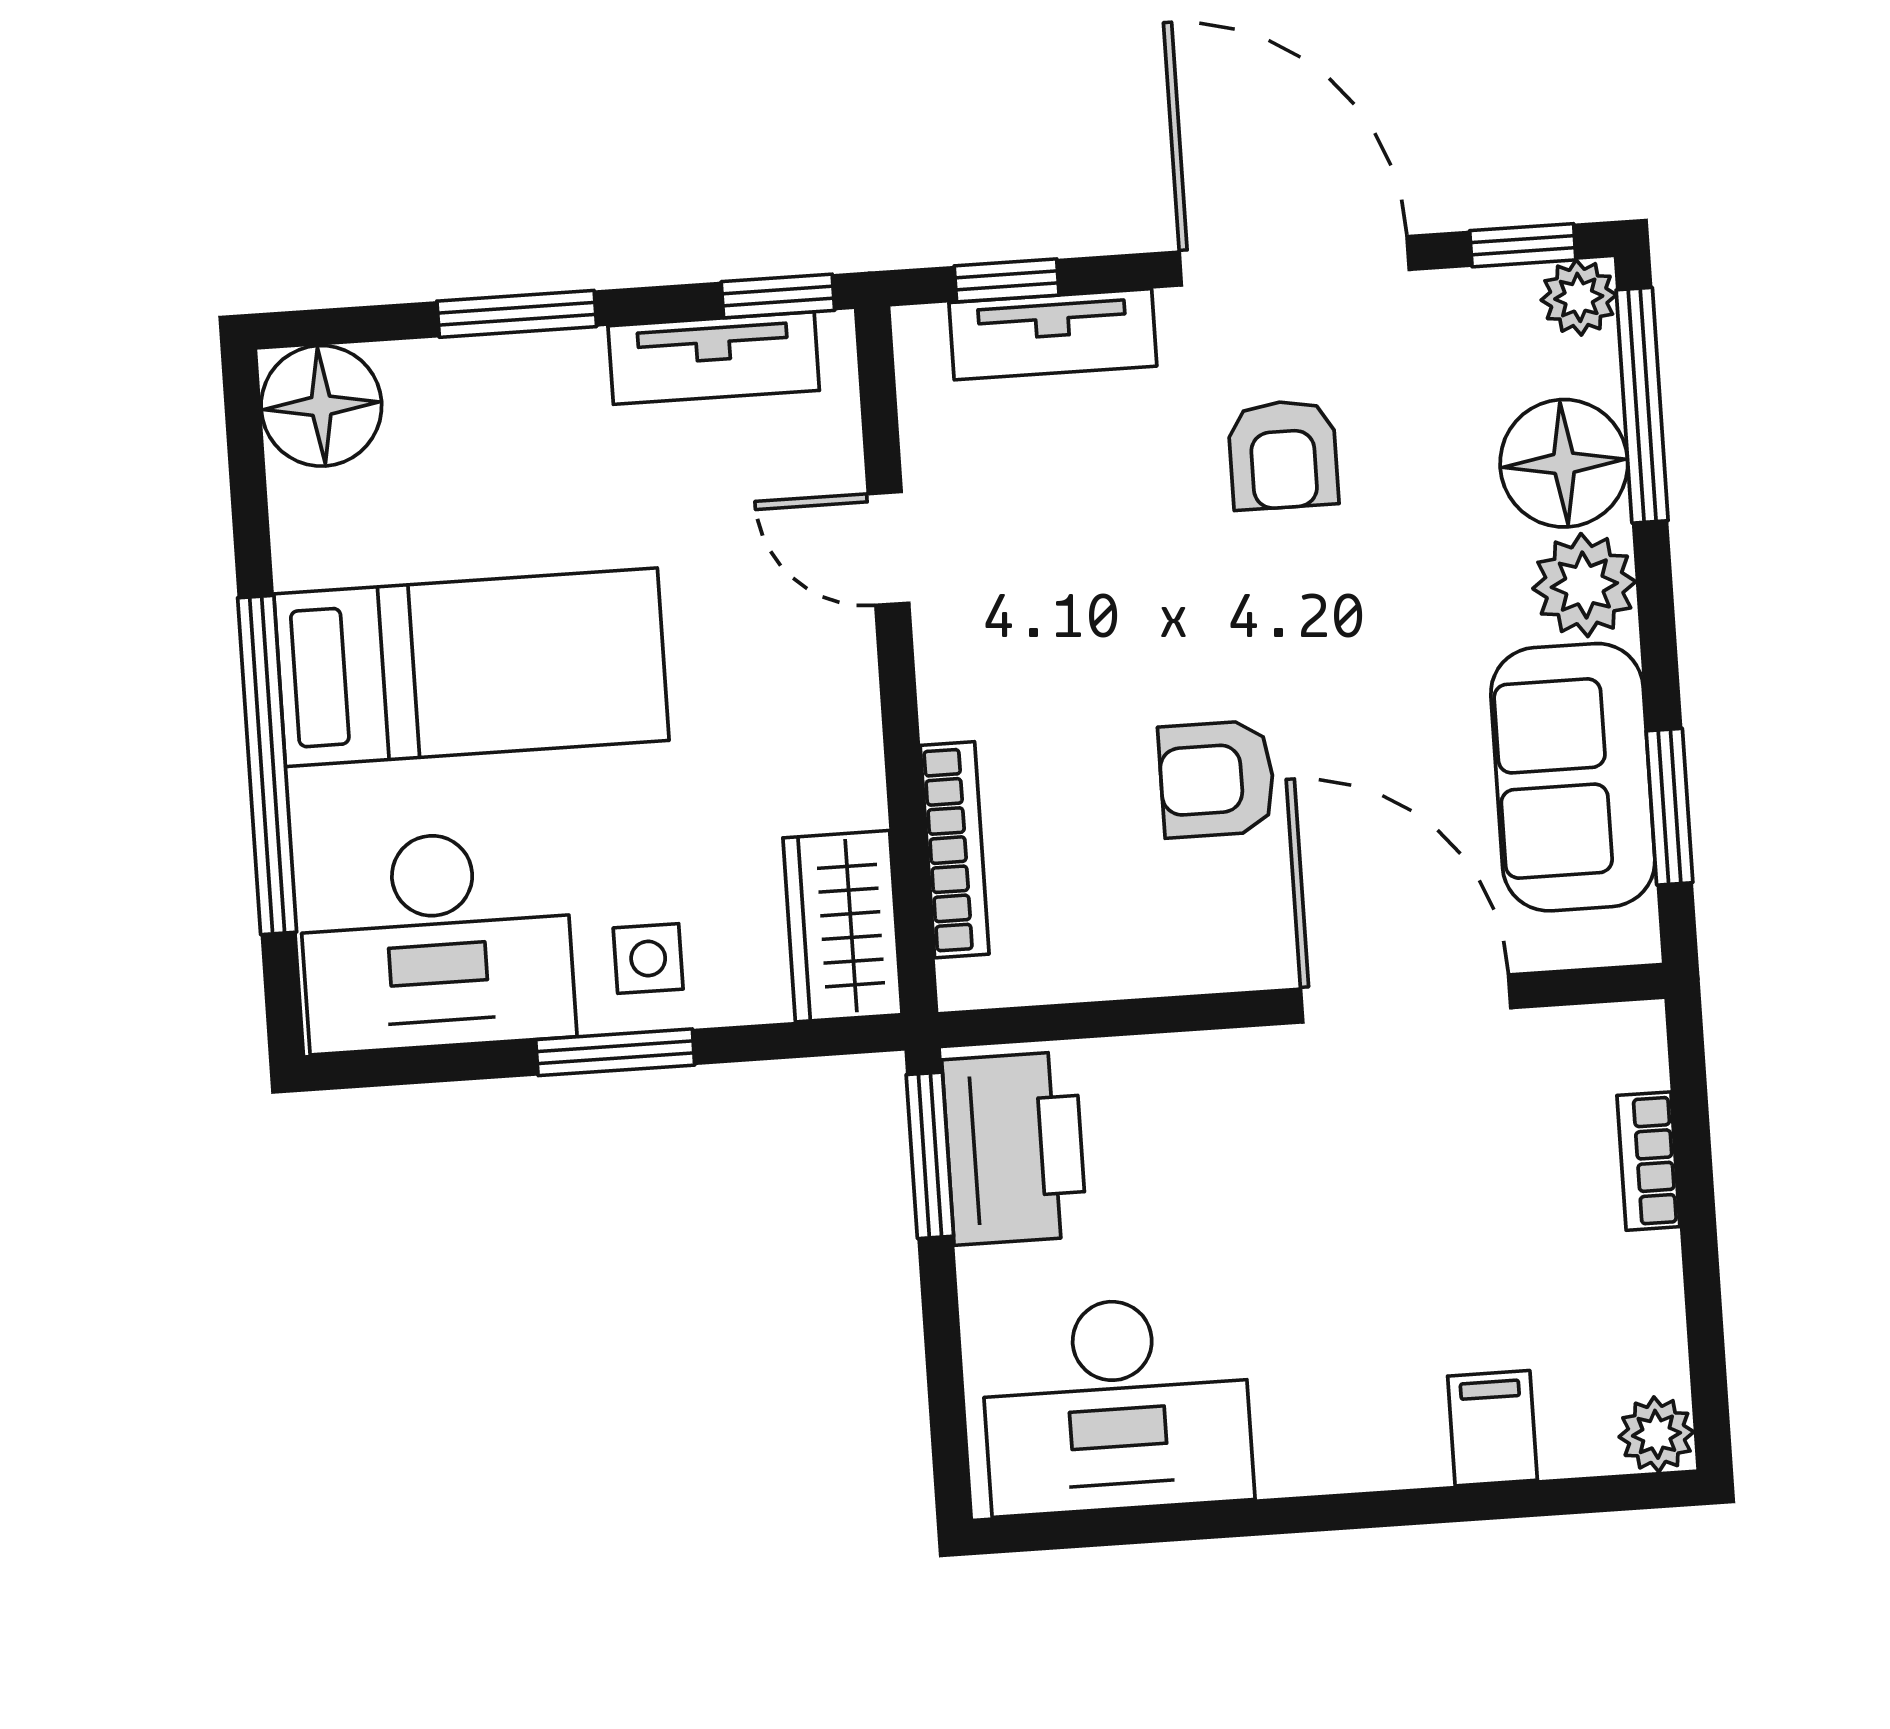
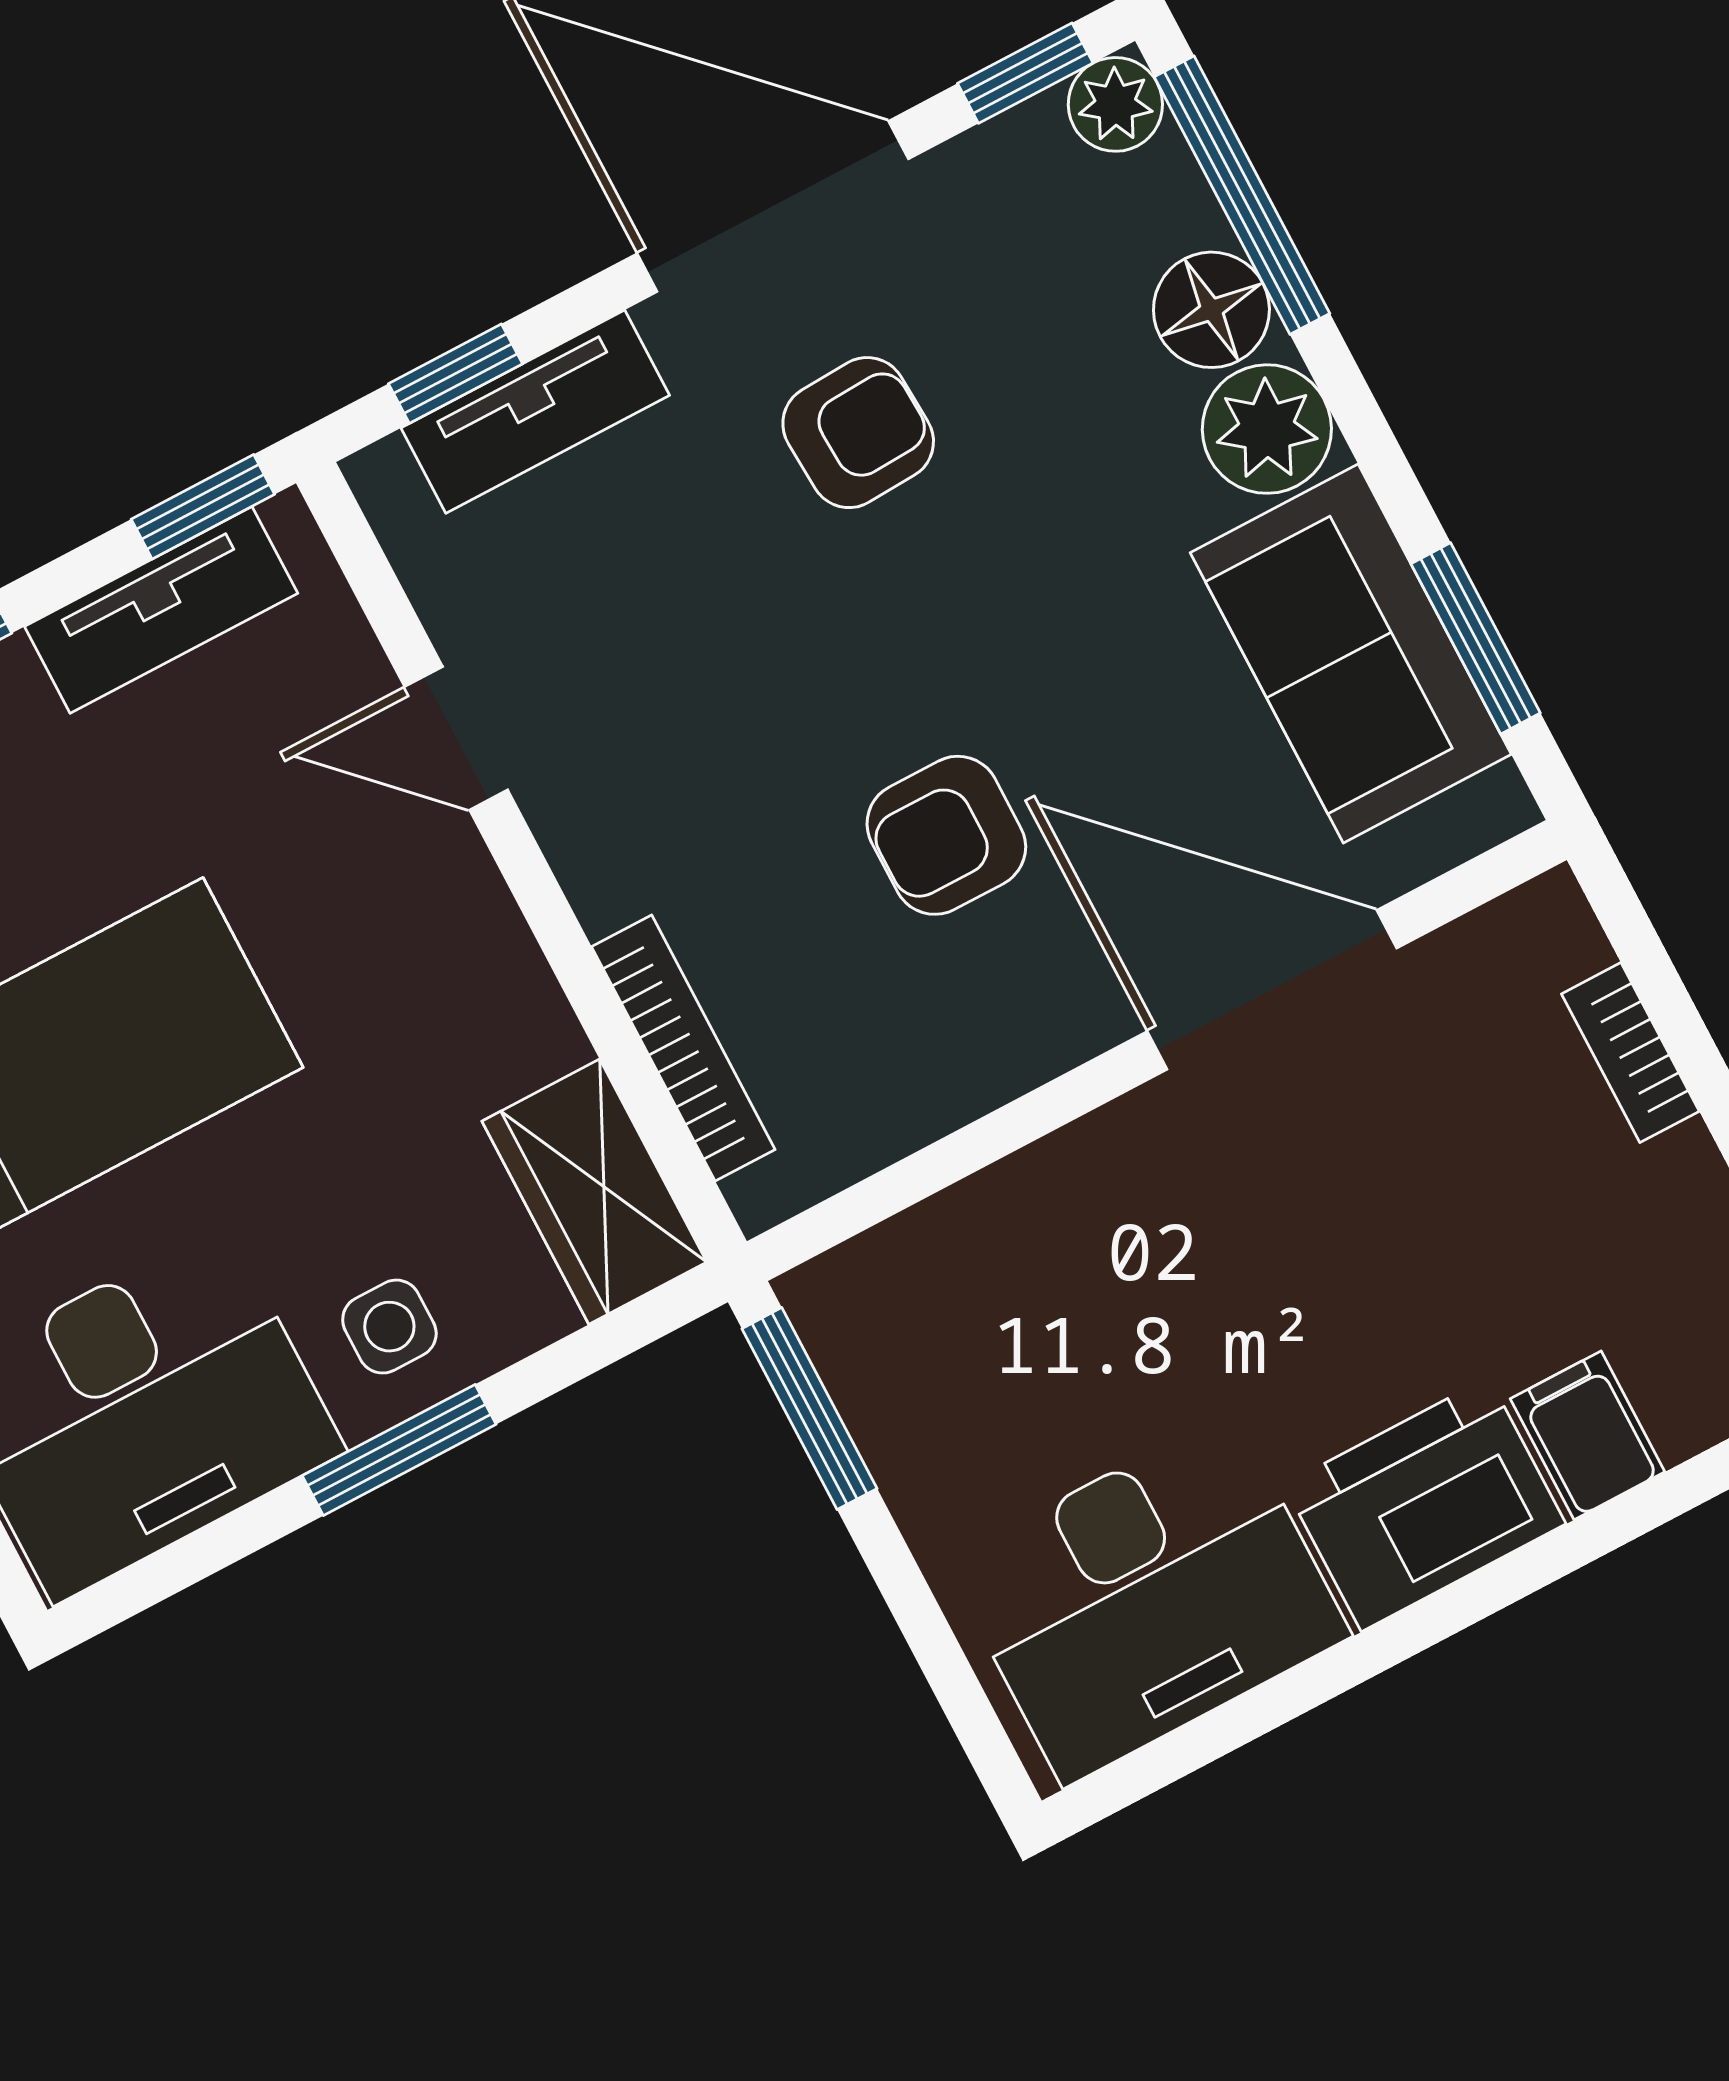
armchair: (1283, 455) -> (858, 433), turned -93
floor lamp: (1564, 463) -> (1211, 310), width x0.73, depth x0.73
printer: (1015, 1148) -> (1425, 1504), moved, turned -90

